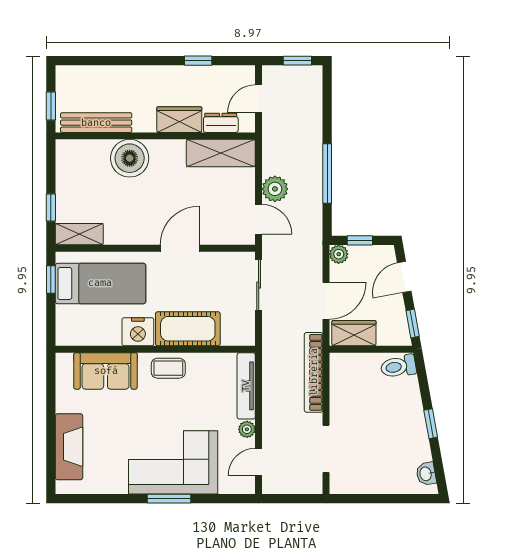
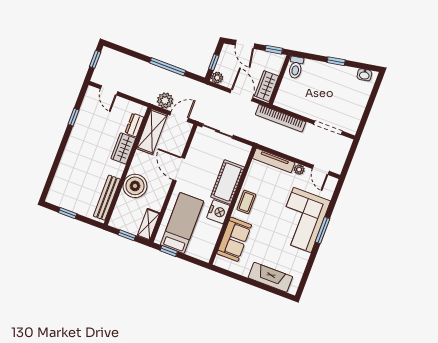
wardrobe: (179, 120) -> (123, 148), moved
bench: (96, 123) -> (107, 198), moved
dresser: (221, 123) -> (134, 125), moved
wall: (155, 136) -> (128, 166), moved
shelving: (221, 153) -> (152, 132), moved
boiler: (130, 158) -> (135, 186), moved

